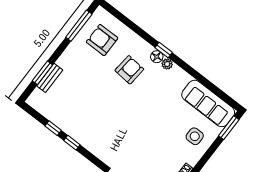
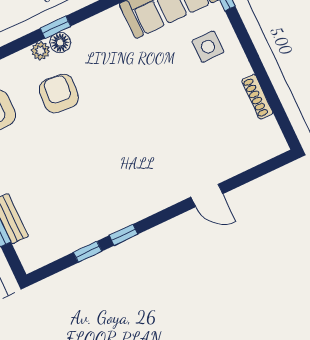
plant: (167, 64) -> (41, 51), moved

